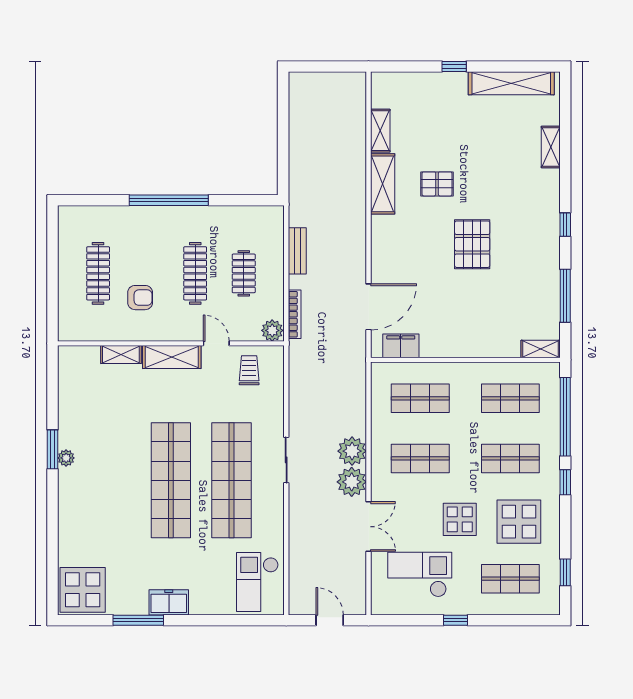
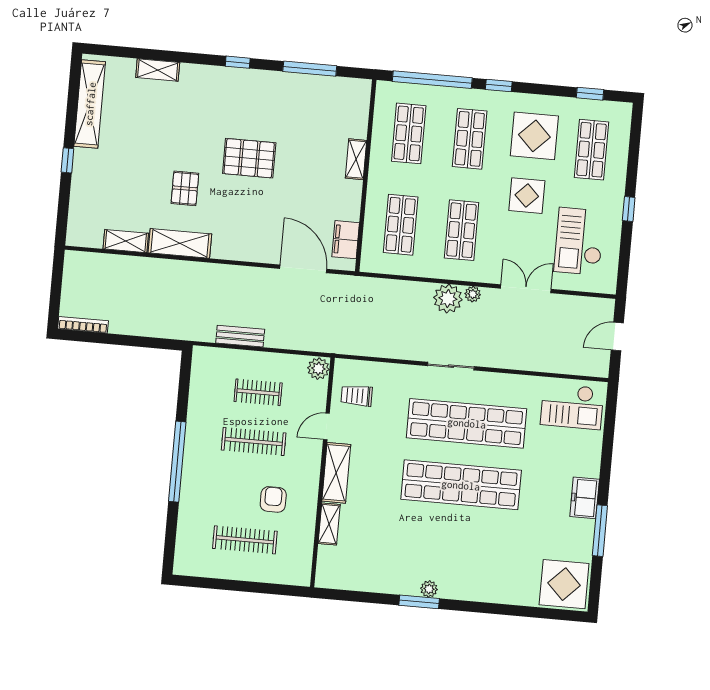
bookcase: (295, 314) -> (83, 325), moved
shelving: (541, 349) -> (356, 159), moved
plant: (352, 482) -> (473, 294), width x0.53, depth x0.53

